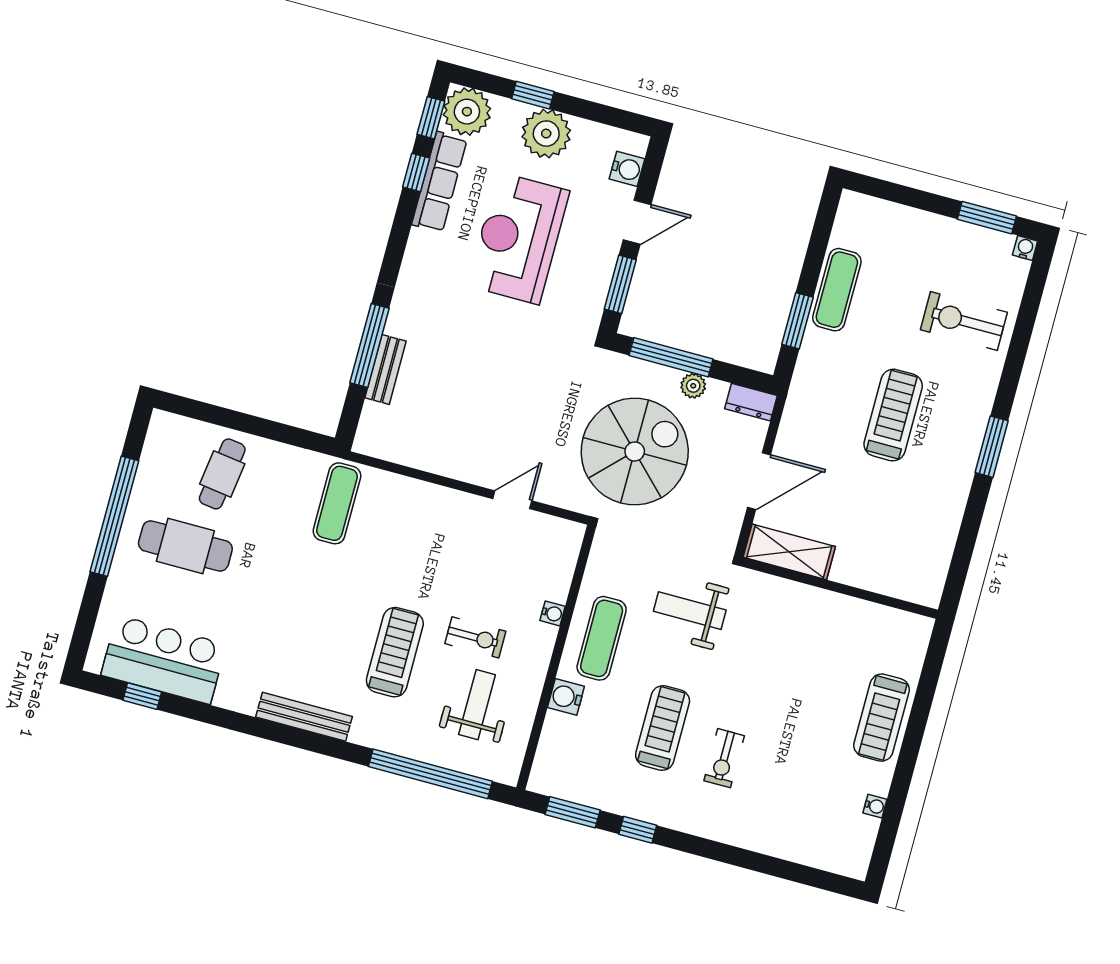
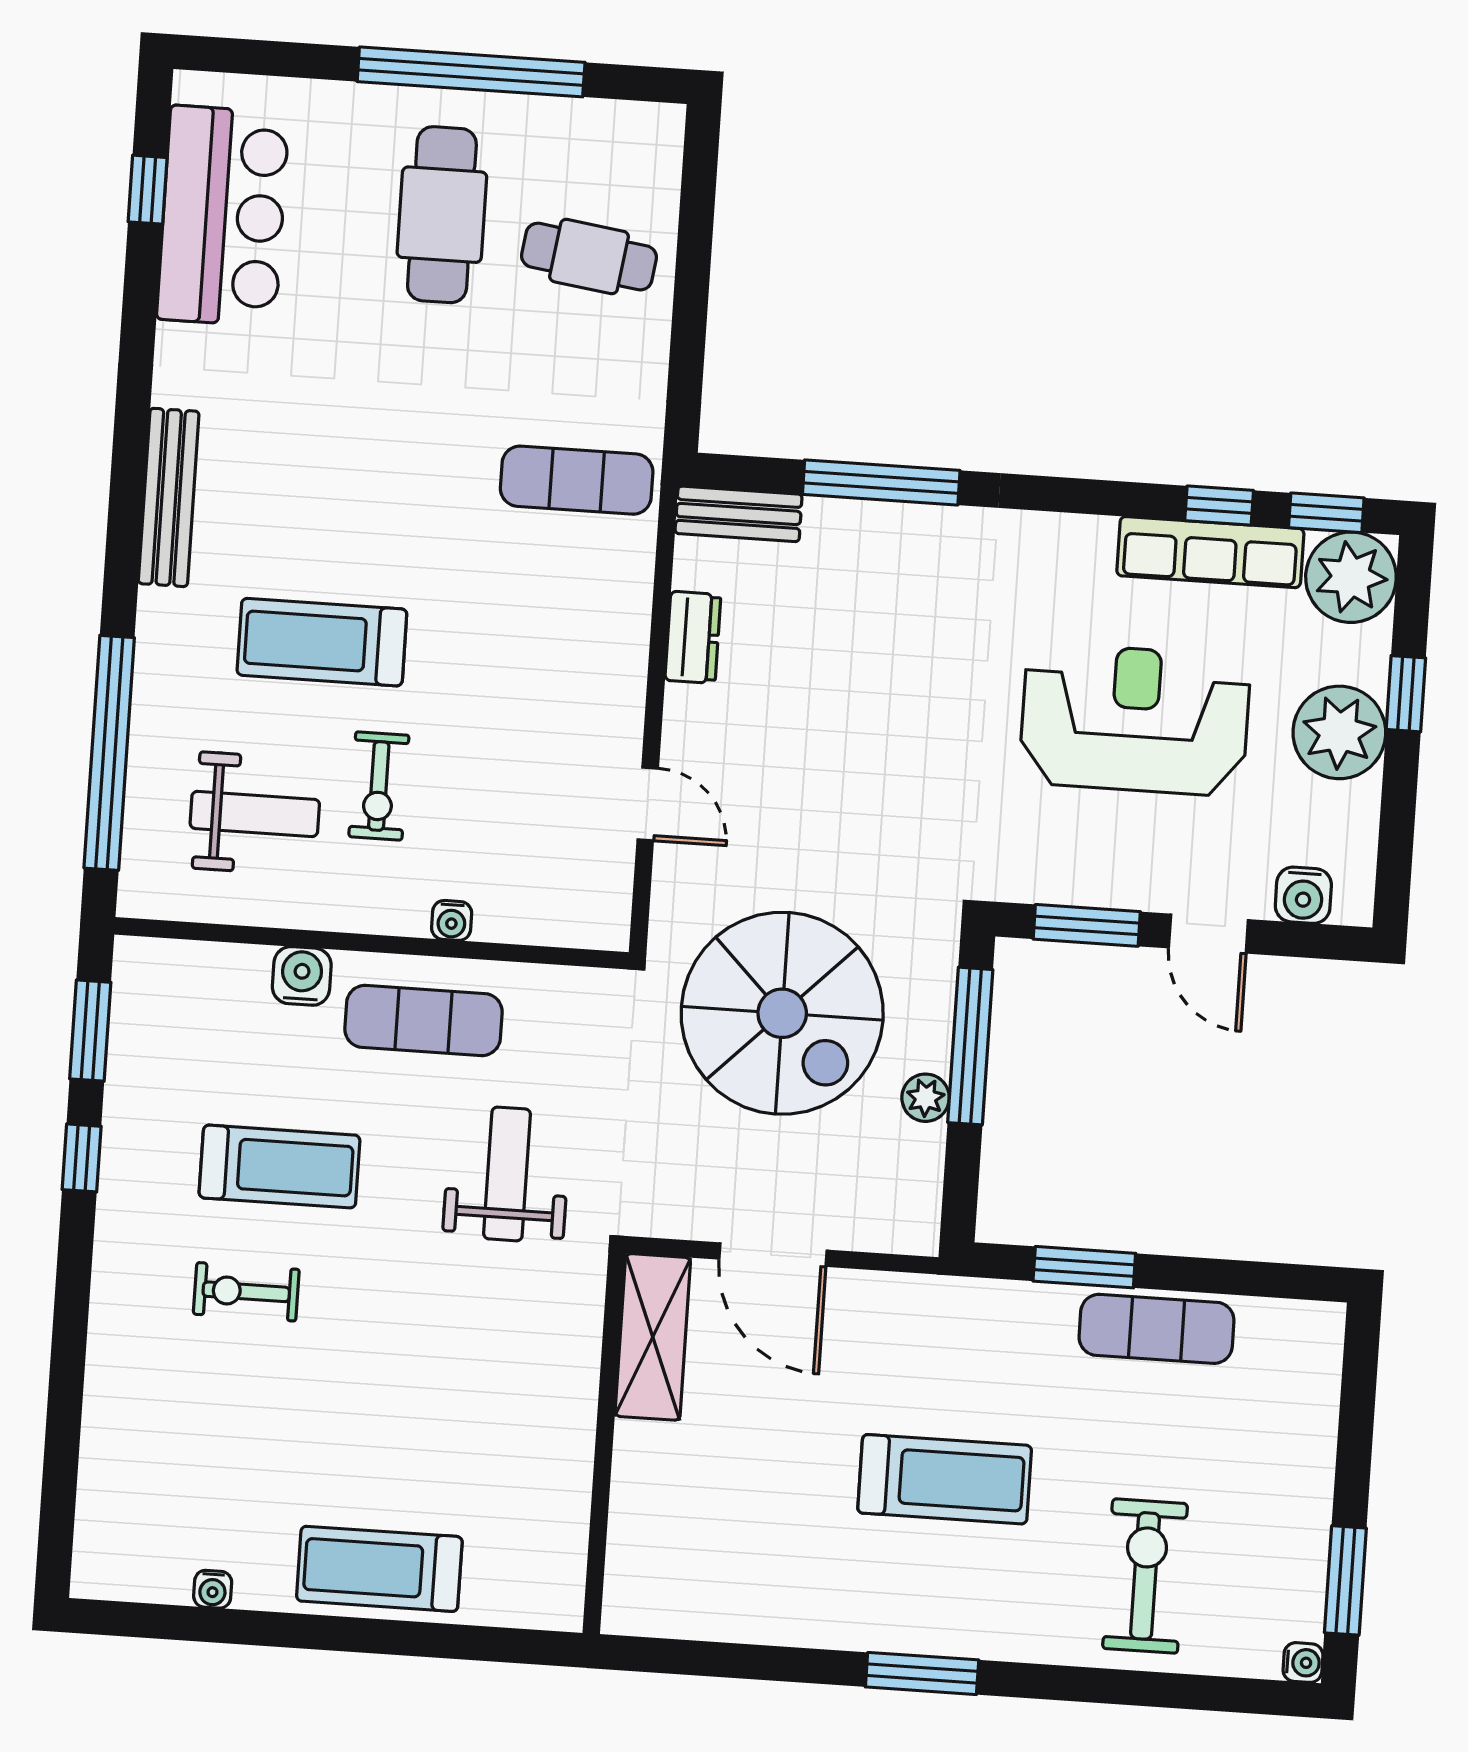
bench: (386, 369) -> (739, 514), moved
dresser: (751, 402) -> (693, 637), moved, turned 180
treadmill: (395, 652) -> (322, 642), turned 180

